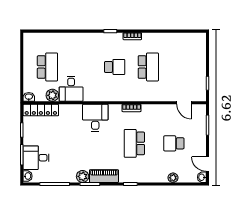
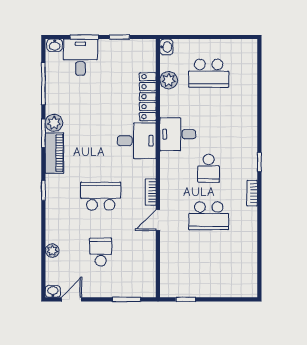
desk: (71, 89) -> (178, 134), moved
door: (184, 103) -> (158, 220), moved
locker: (41, 110) -> (148, 97), moved

